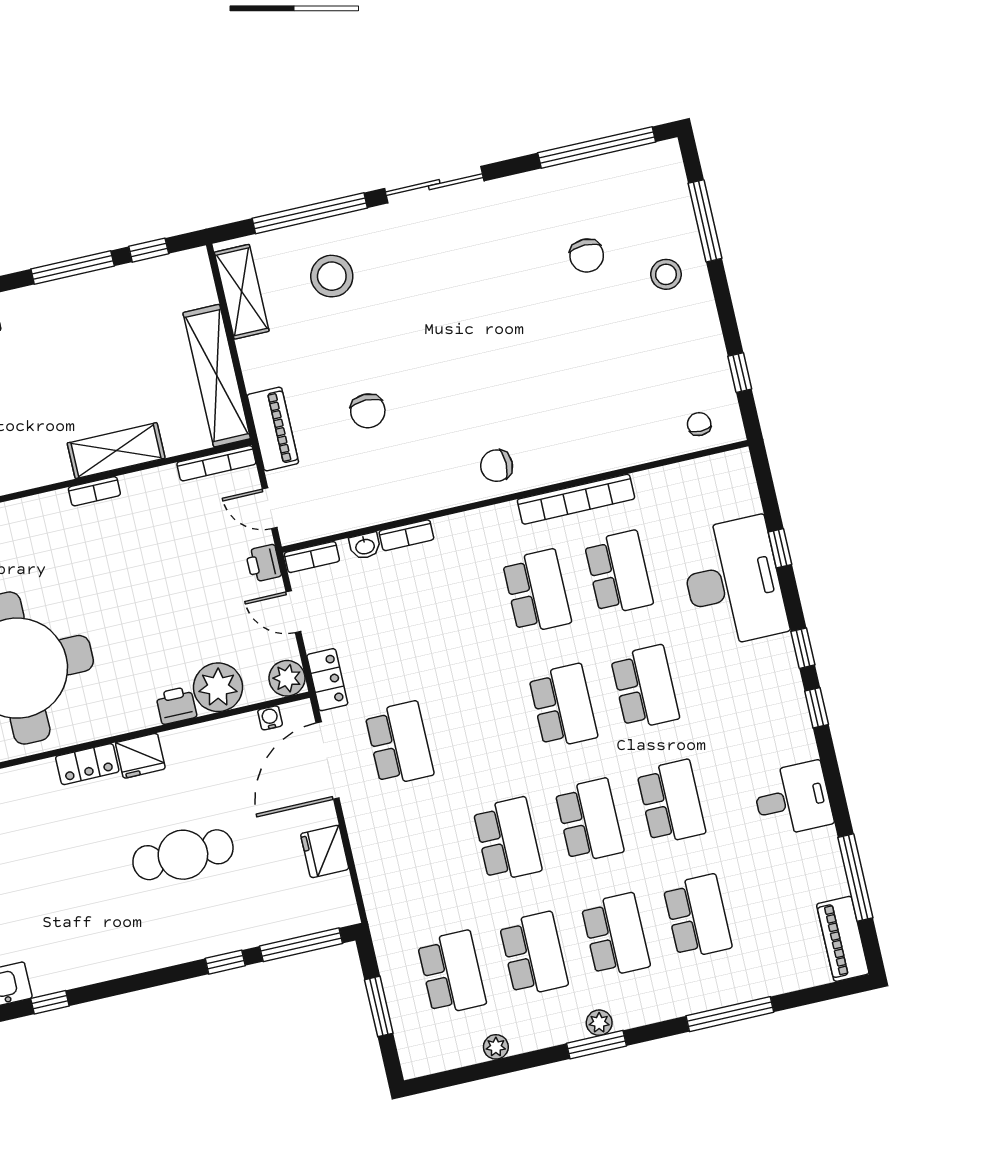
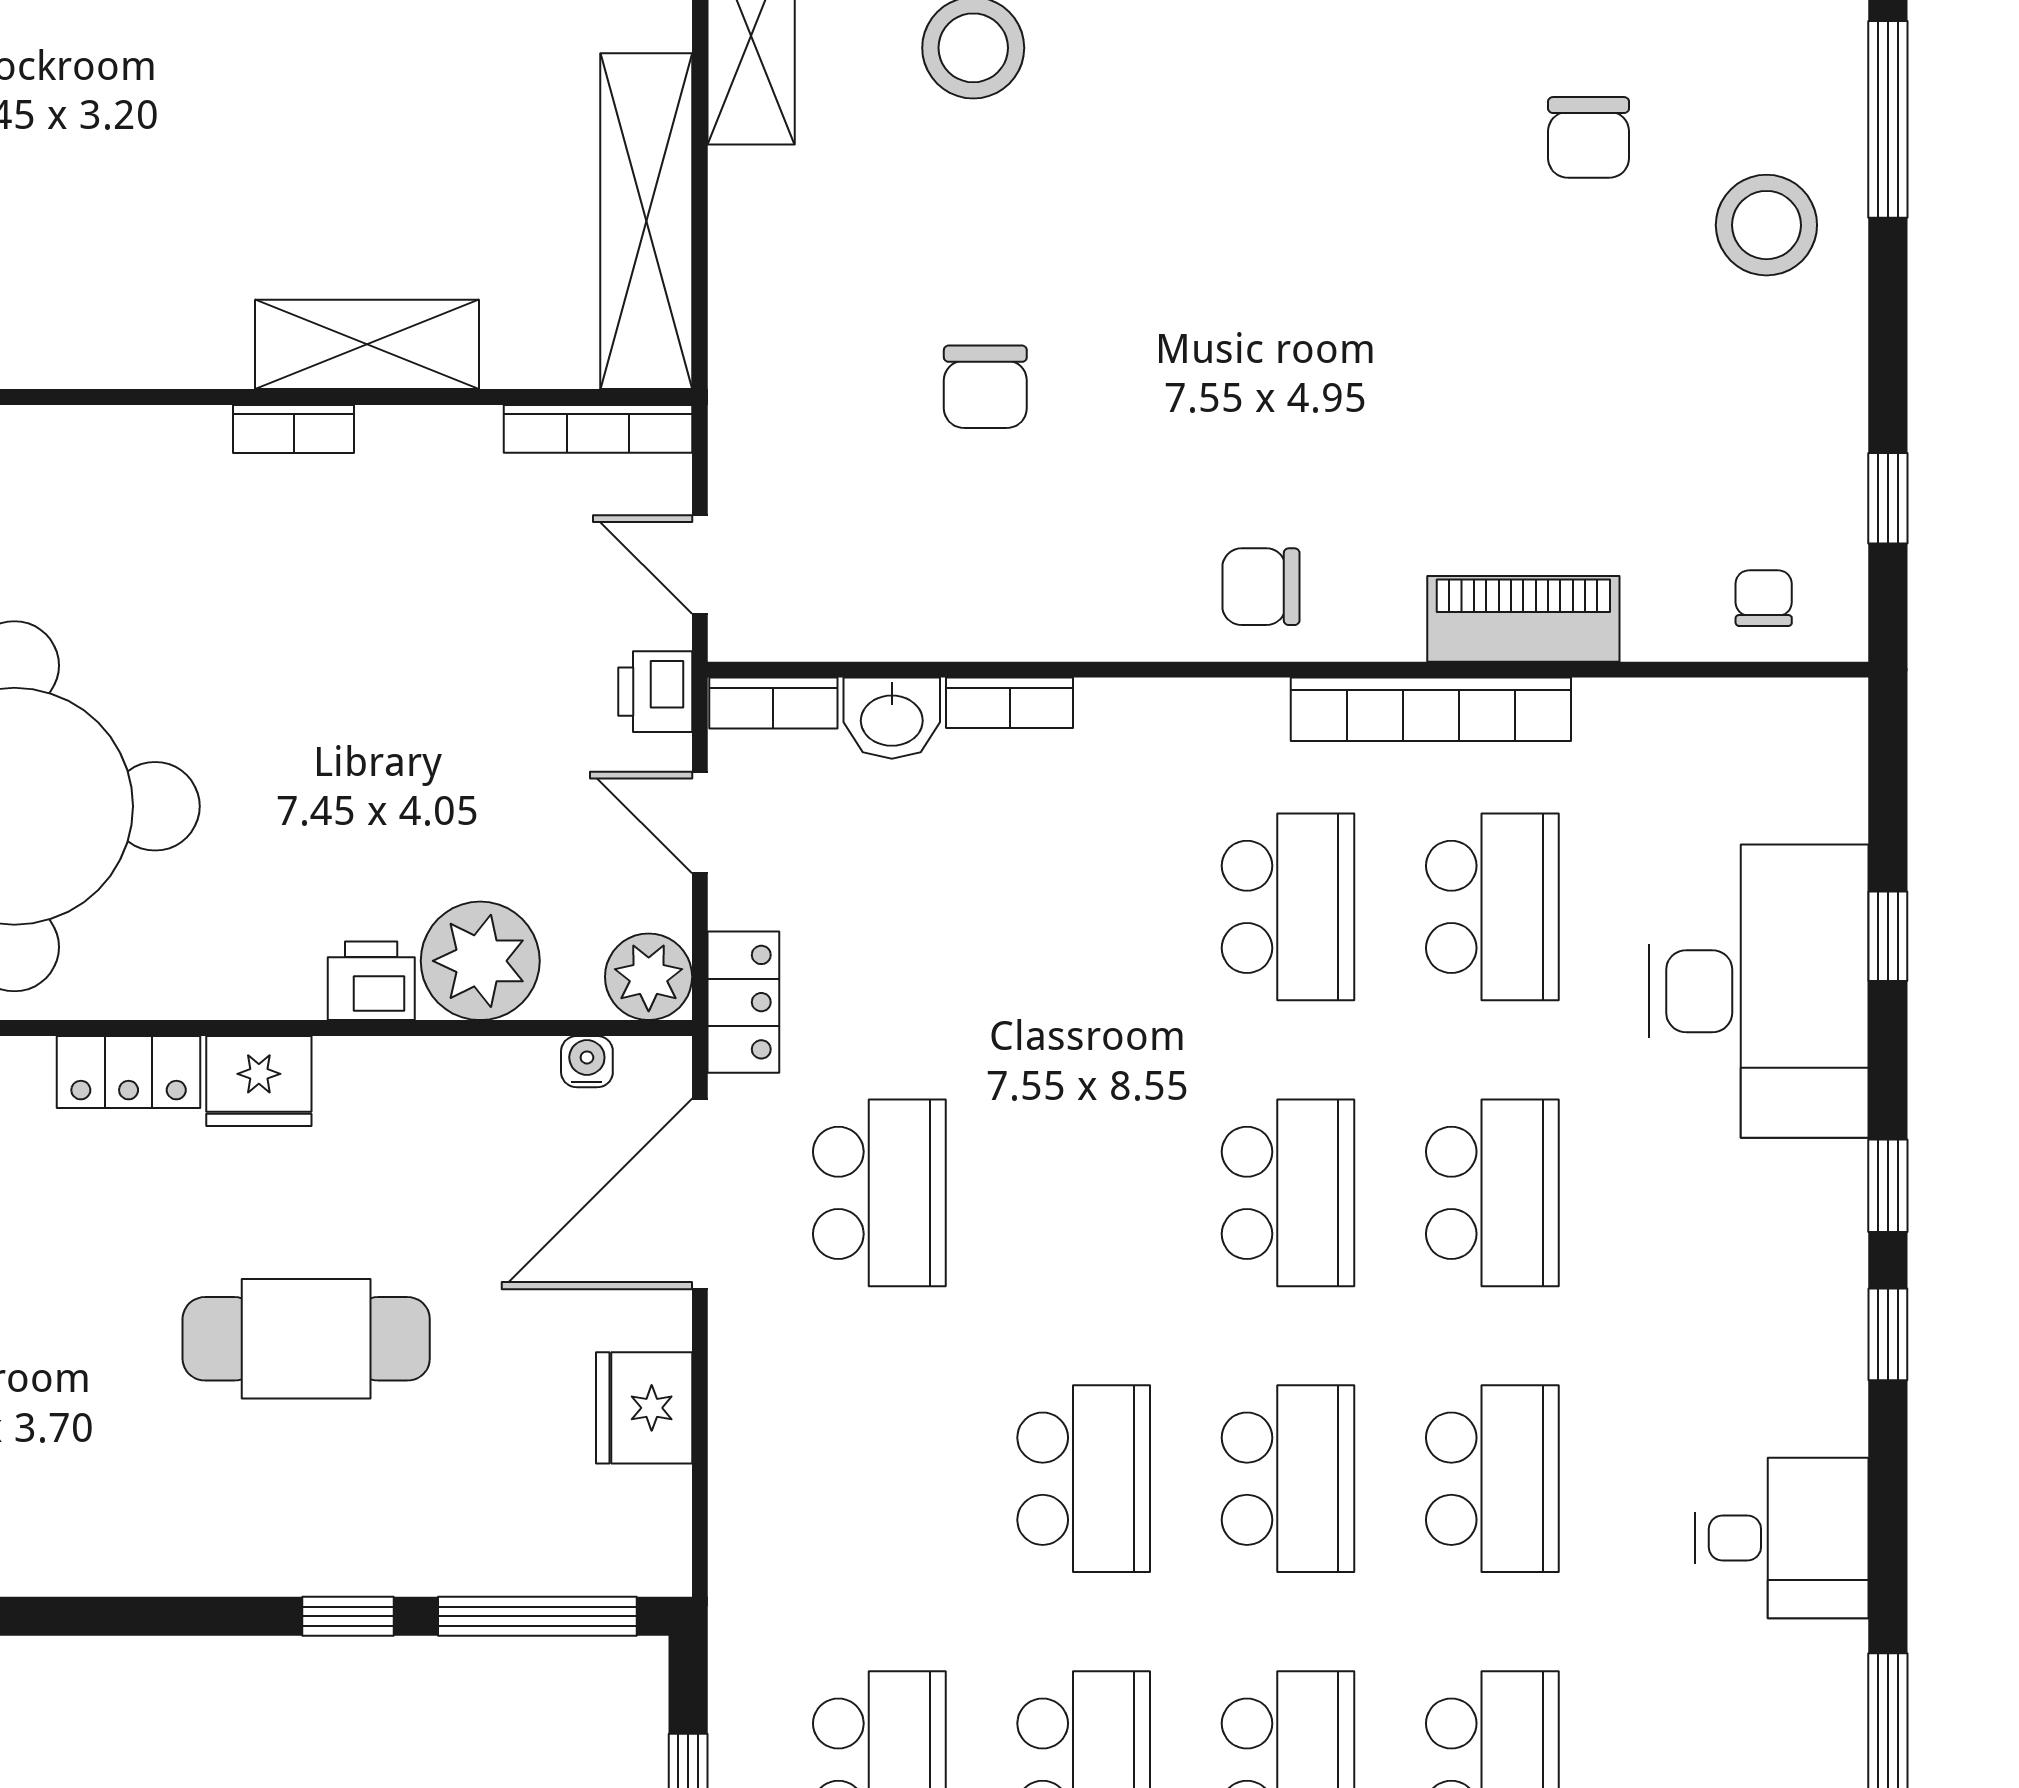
stool: (666, 274) -> (1766, 225), width x1.38, depth x1.38
piano: (273, 429) -> (1523, 619), moved, turned -90
washbasin: (365, 546) -> (892, 718), width x1.38, depth x1.45

